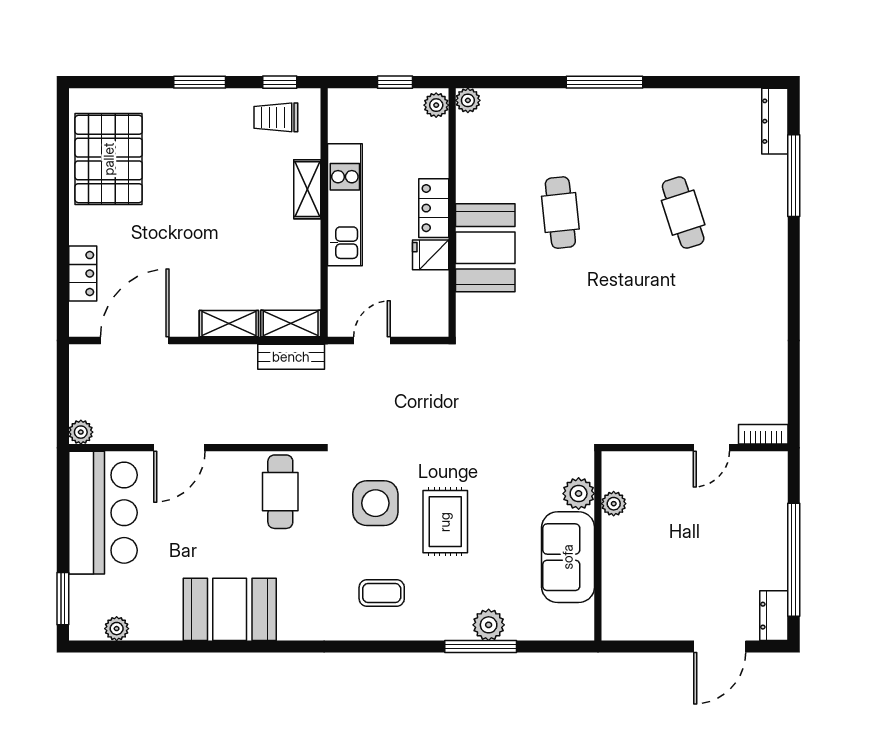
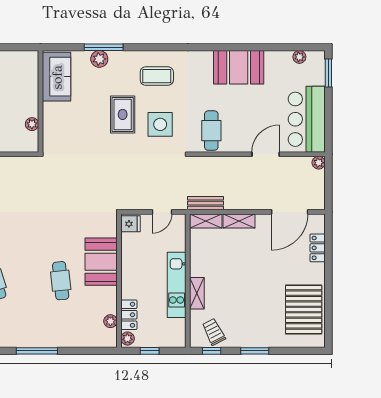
plant: (468, 100) -> (110, 321), moved
trolley: (276, 117) -> (214, 332), turned -117
locker: (434, 208) -> (129, 315), moved
fridge: (431, 255) -> (130, 224), moved
plant: (579, 494) -> (51, 130), removed
sofa: (568, 557) -> (57, 77), moved
coffee table: (382, 593) -> (157, 76), width x1.36, depth x1.30

